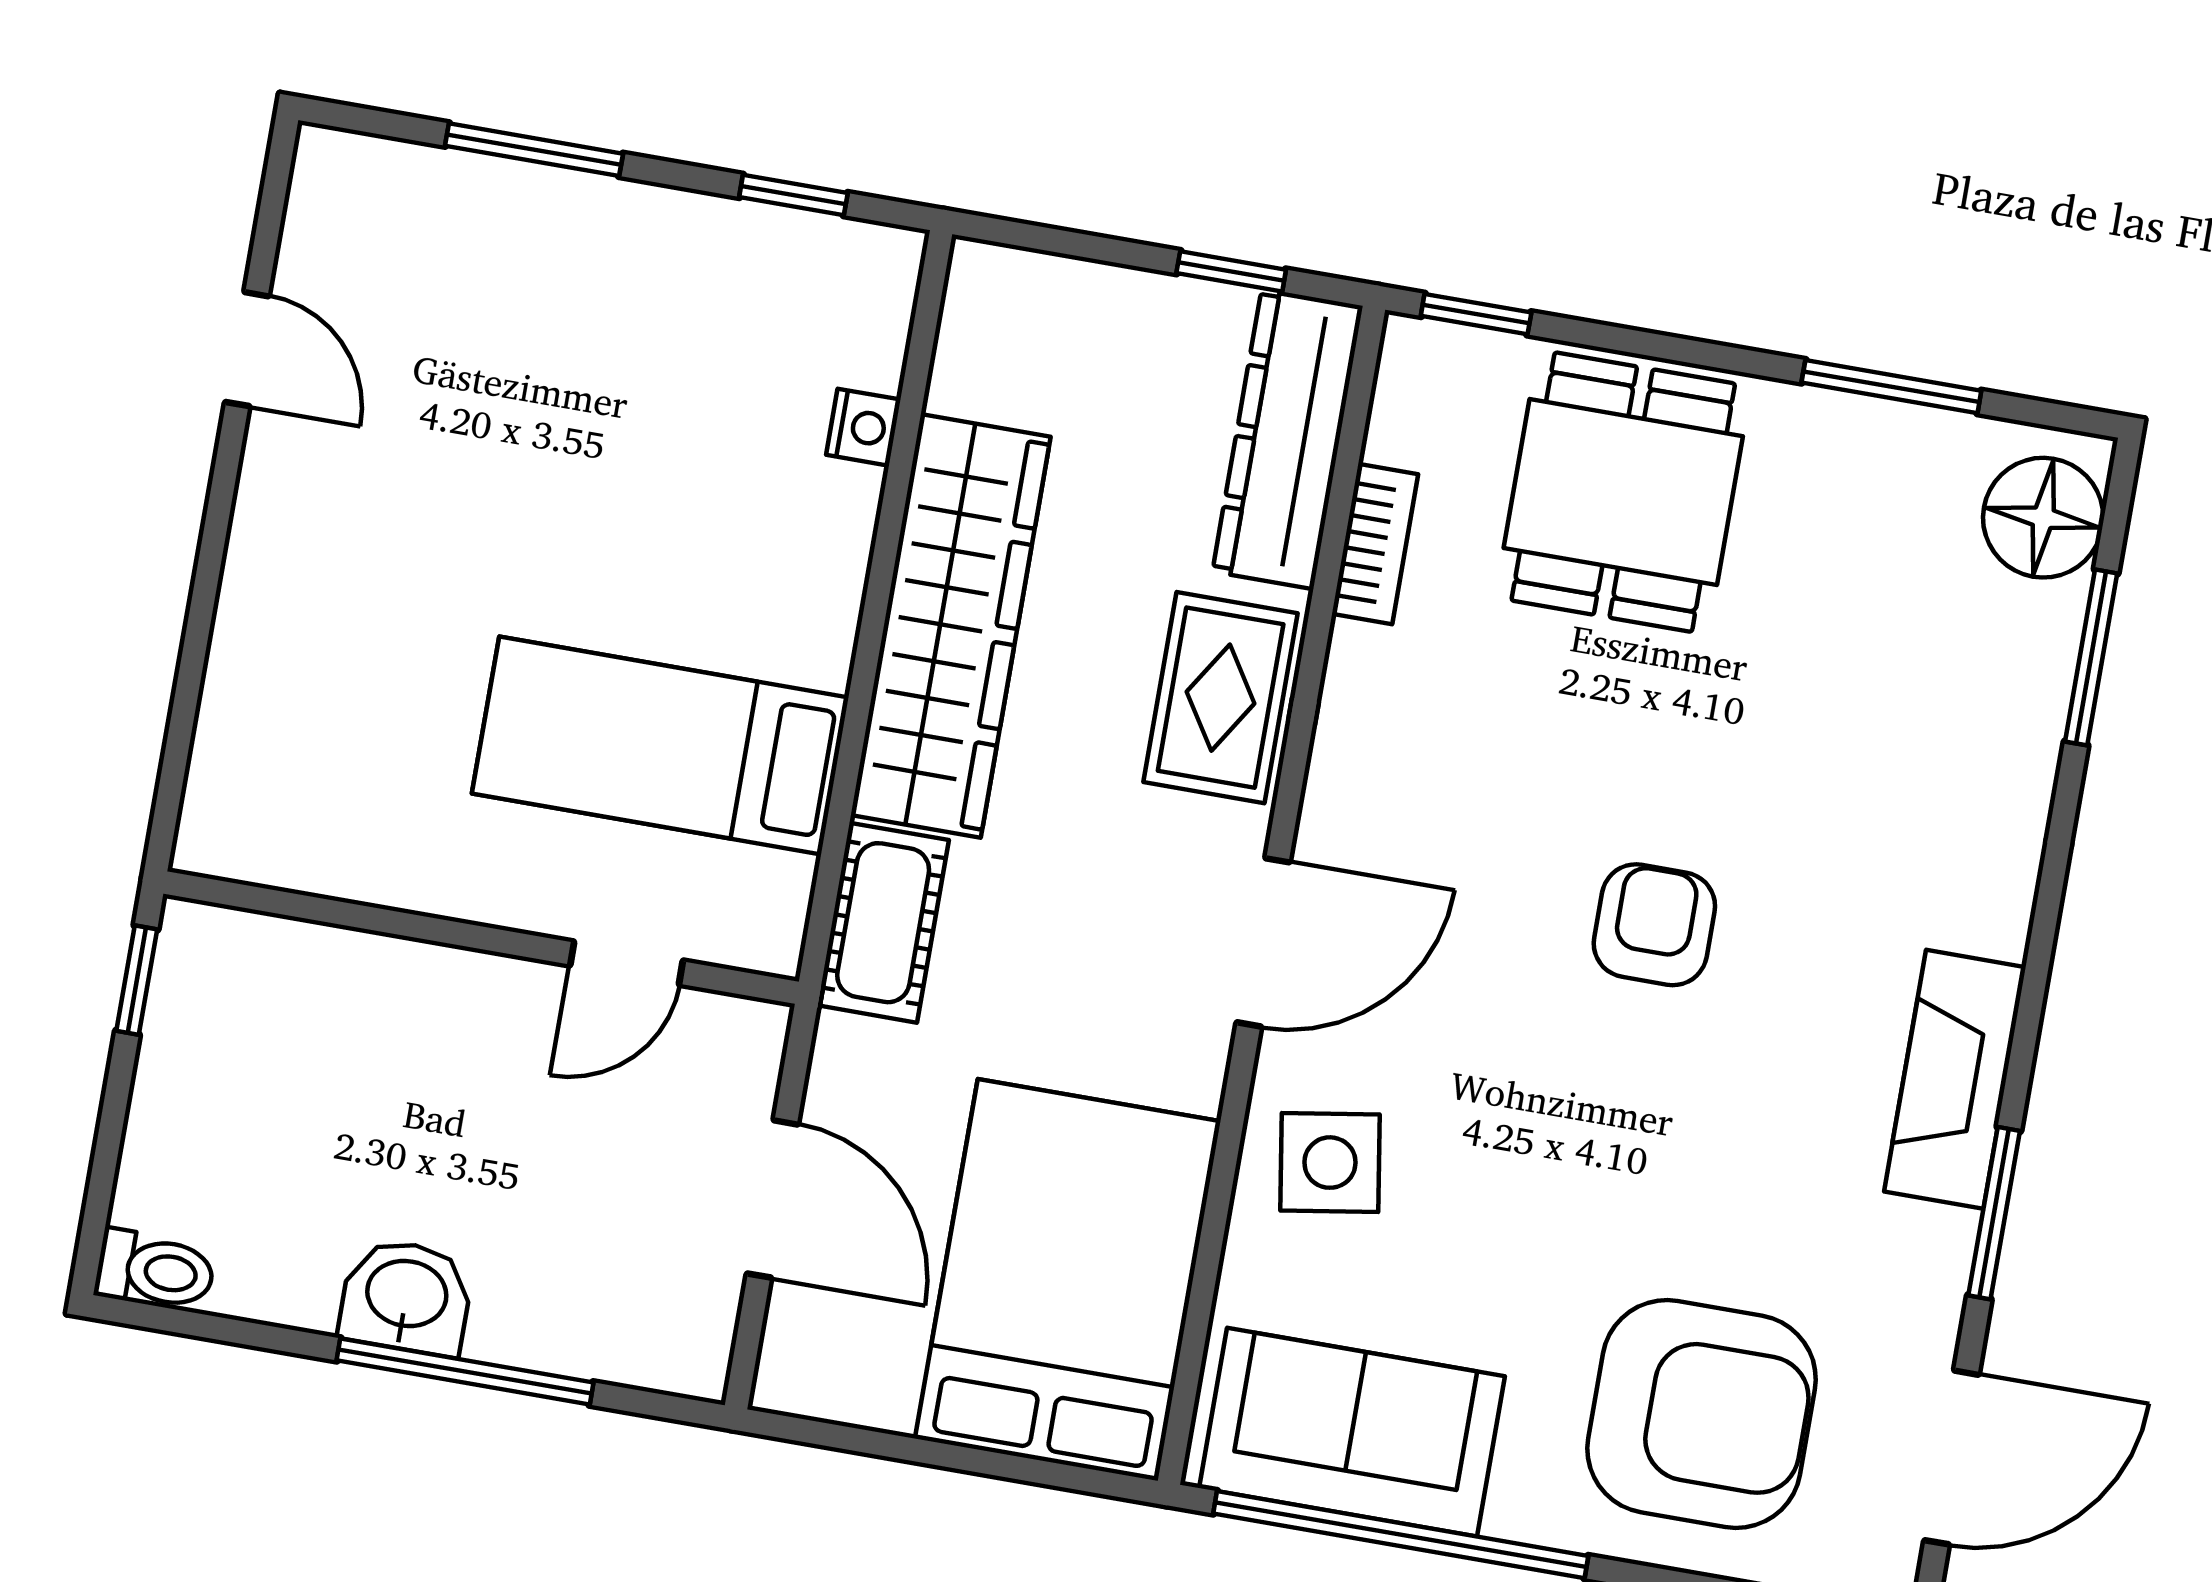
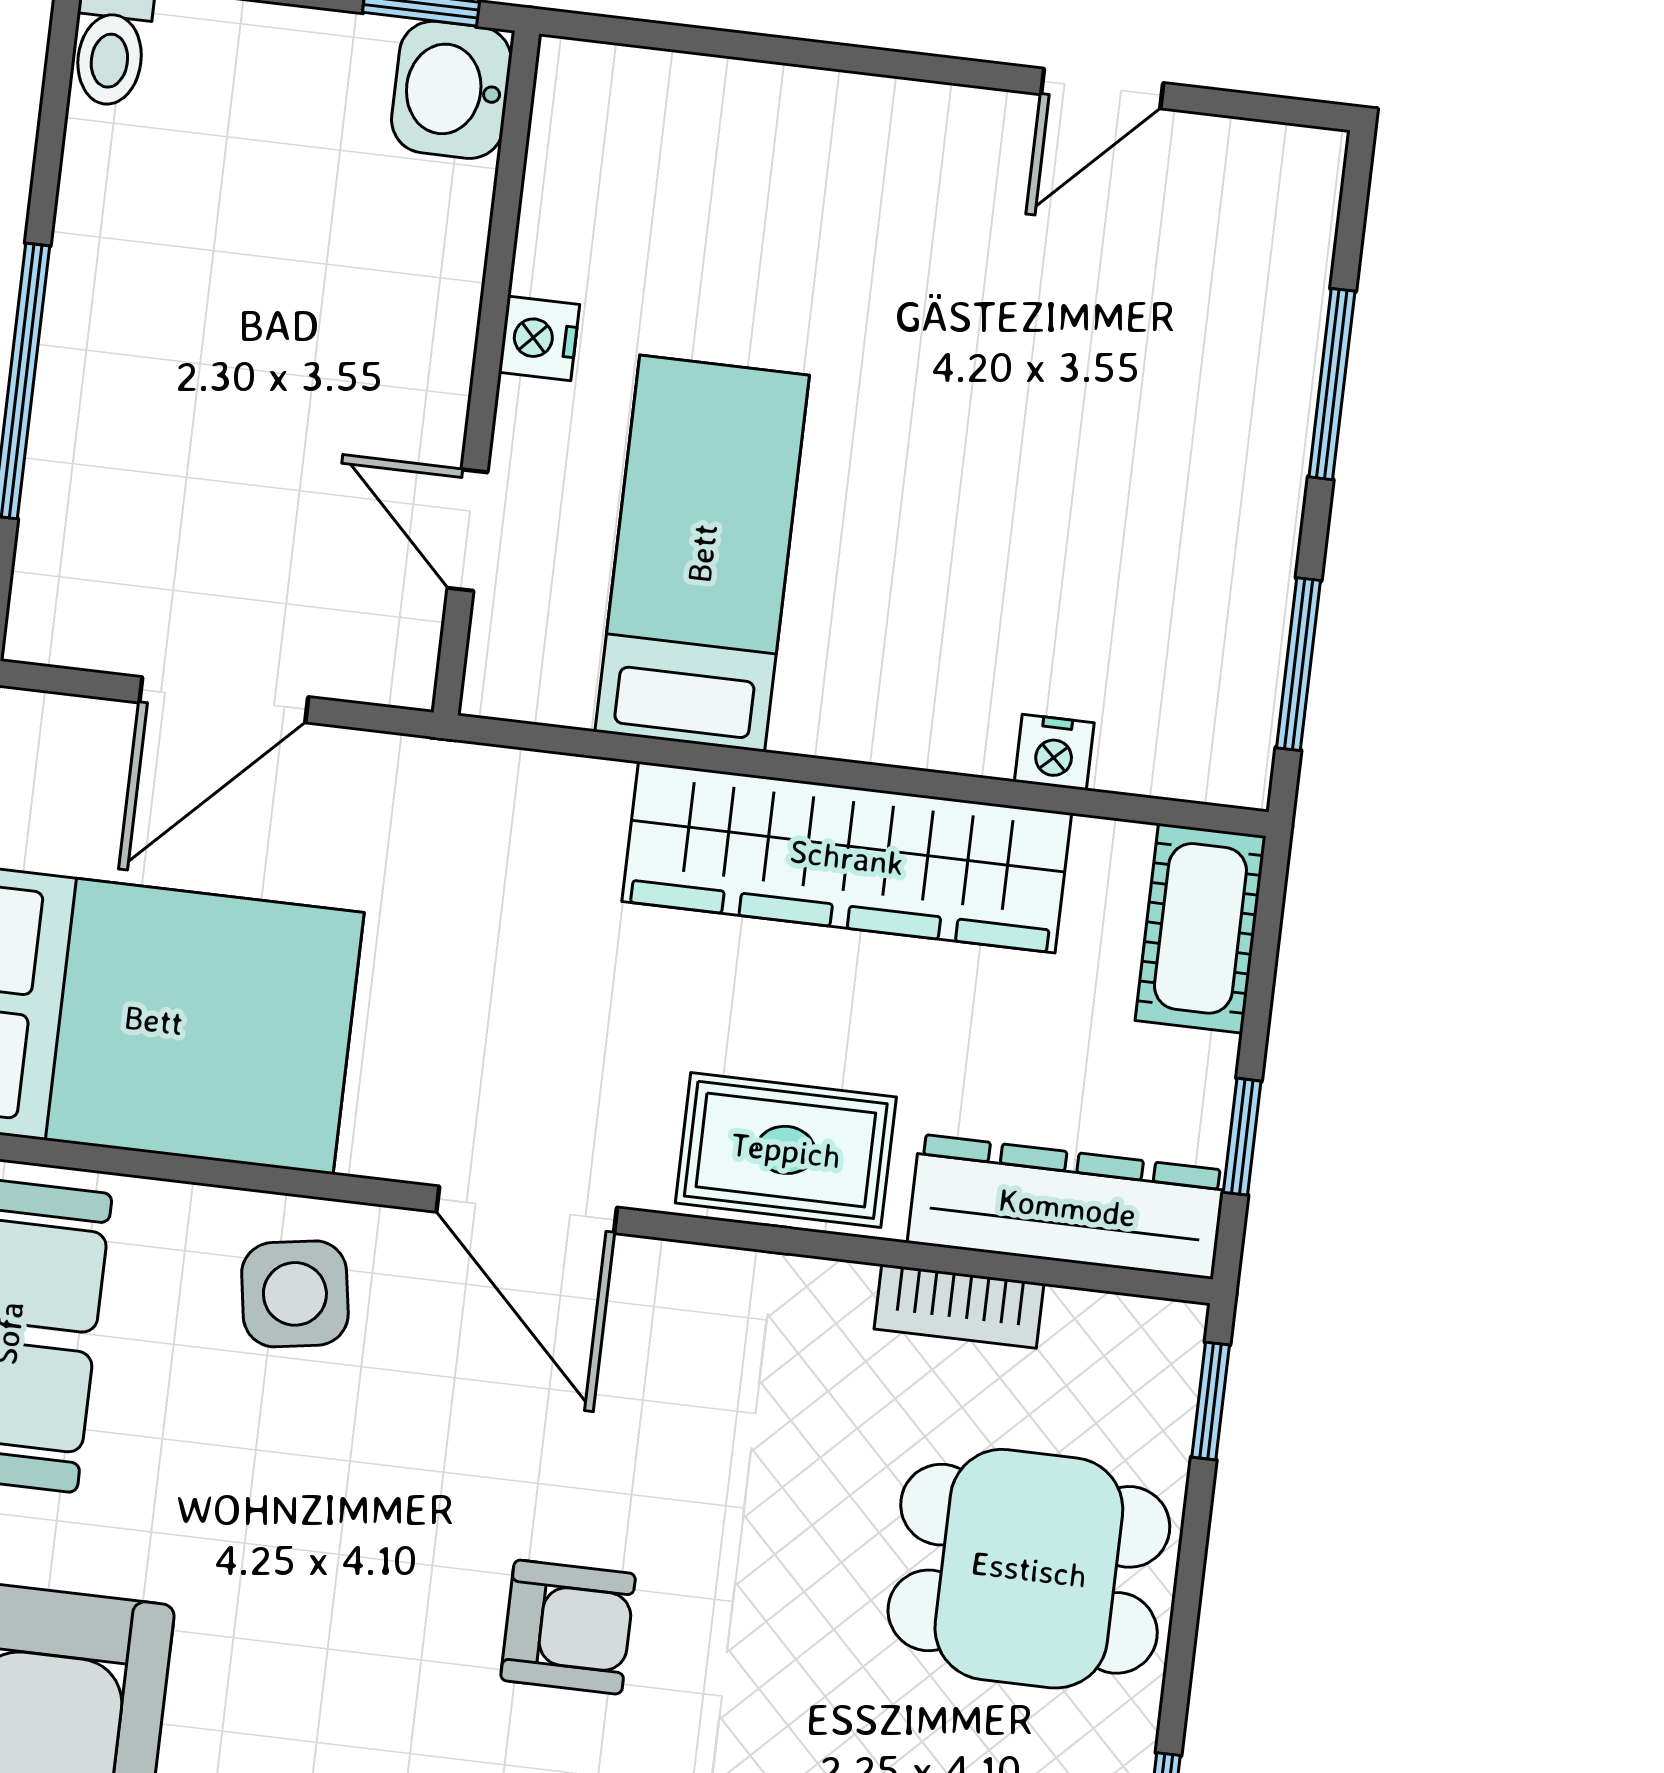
window: (793, 195) -> (1299, 664), width x1.50
nightstand: (451, 887) -> (539, 338), added
cot: (883, 923) -> (1200, 928), moved, turned 90
washbasin: (406, 1297) -> (451, 90), moved, turned 180

